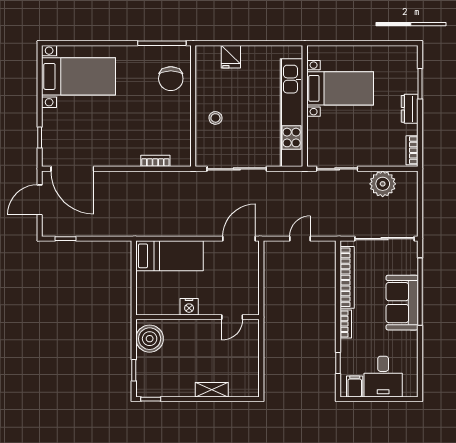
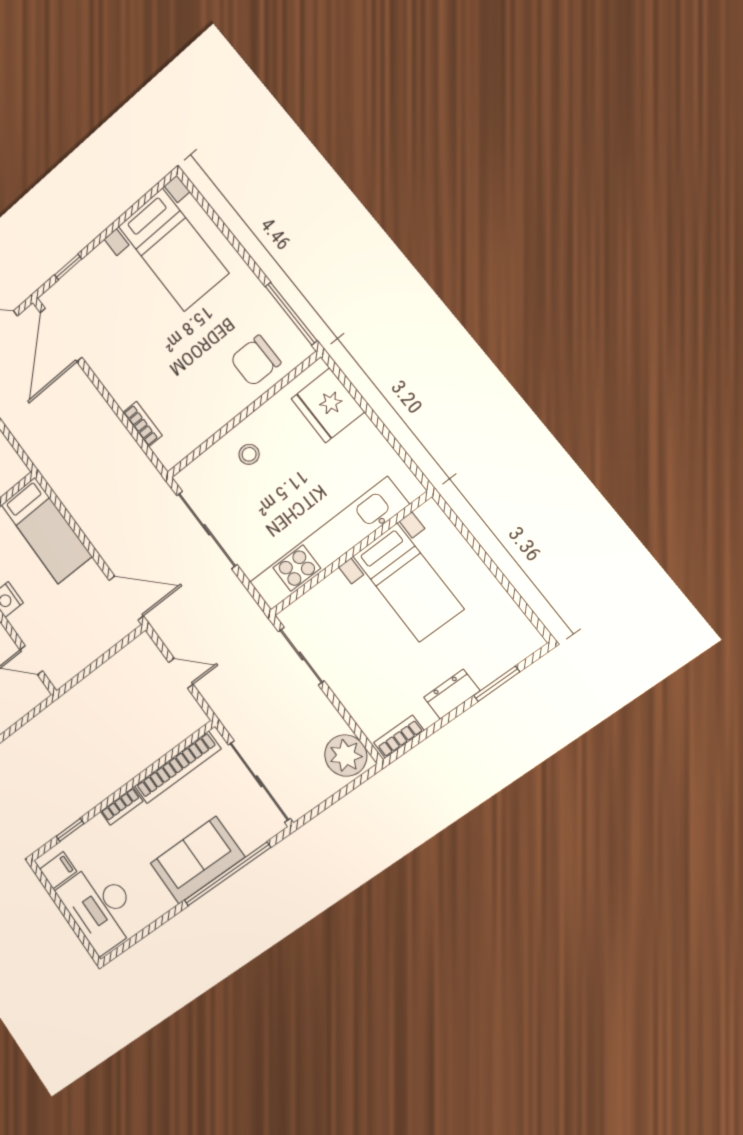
fridge: (231, 57) -> (328, 405), width x1.88, depth x1.34
plant: (383, 184) -> (346, 756), moved
desk: (383, 377) -> (100, 907), width x1.37

